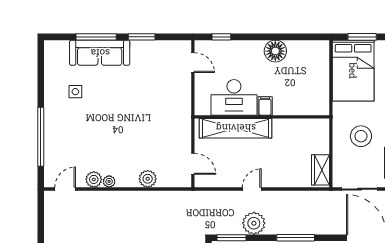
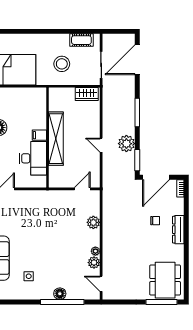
shelving: (236, 128) -> (56, 139), moved
floor lamp: (52, 134) -> (60, 294), added

